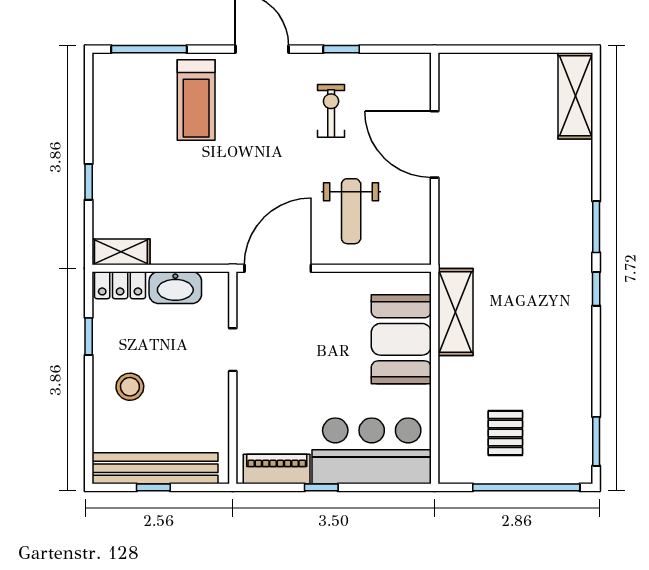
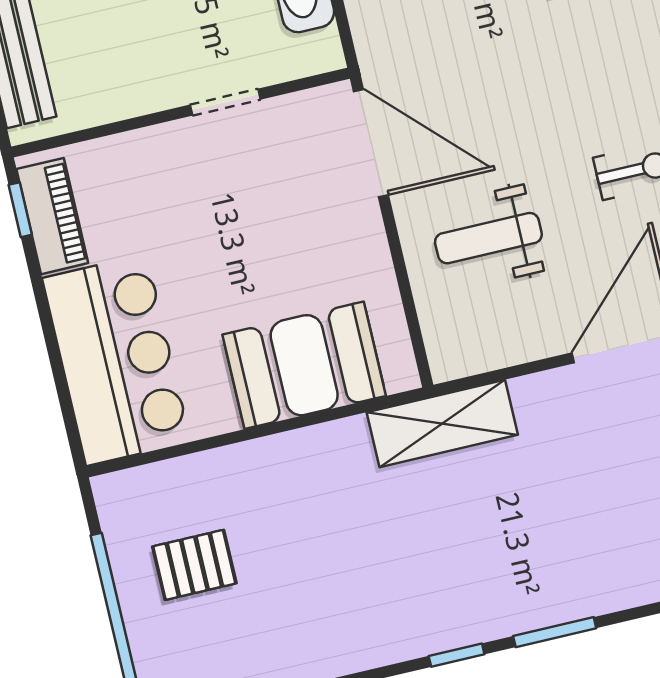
shelving: (456, 312) -> (442, 424), moved
window: (321, 487) -> (20, 210), moved

